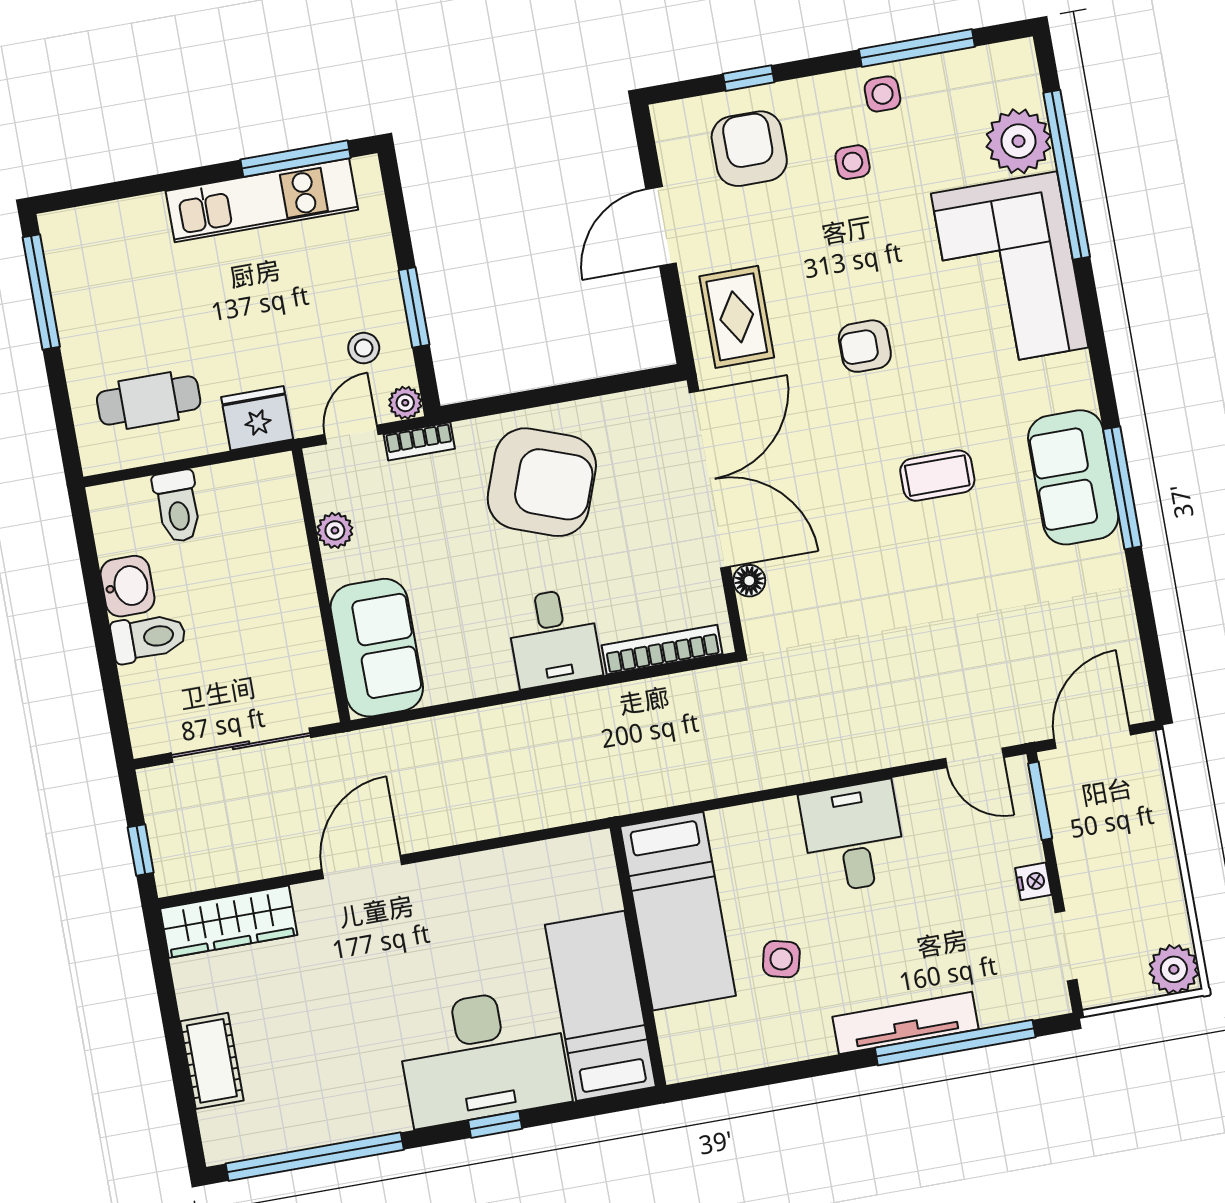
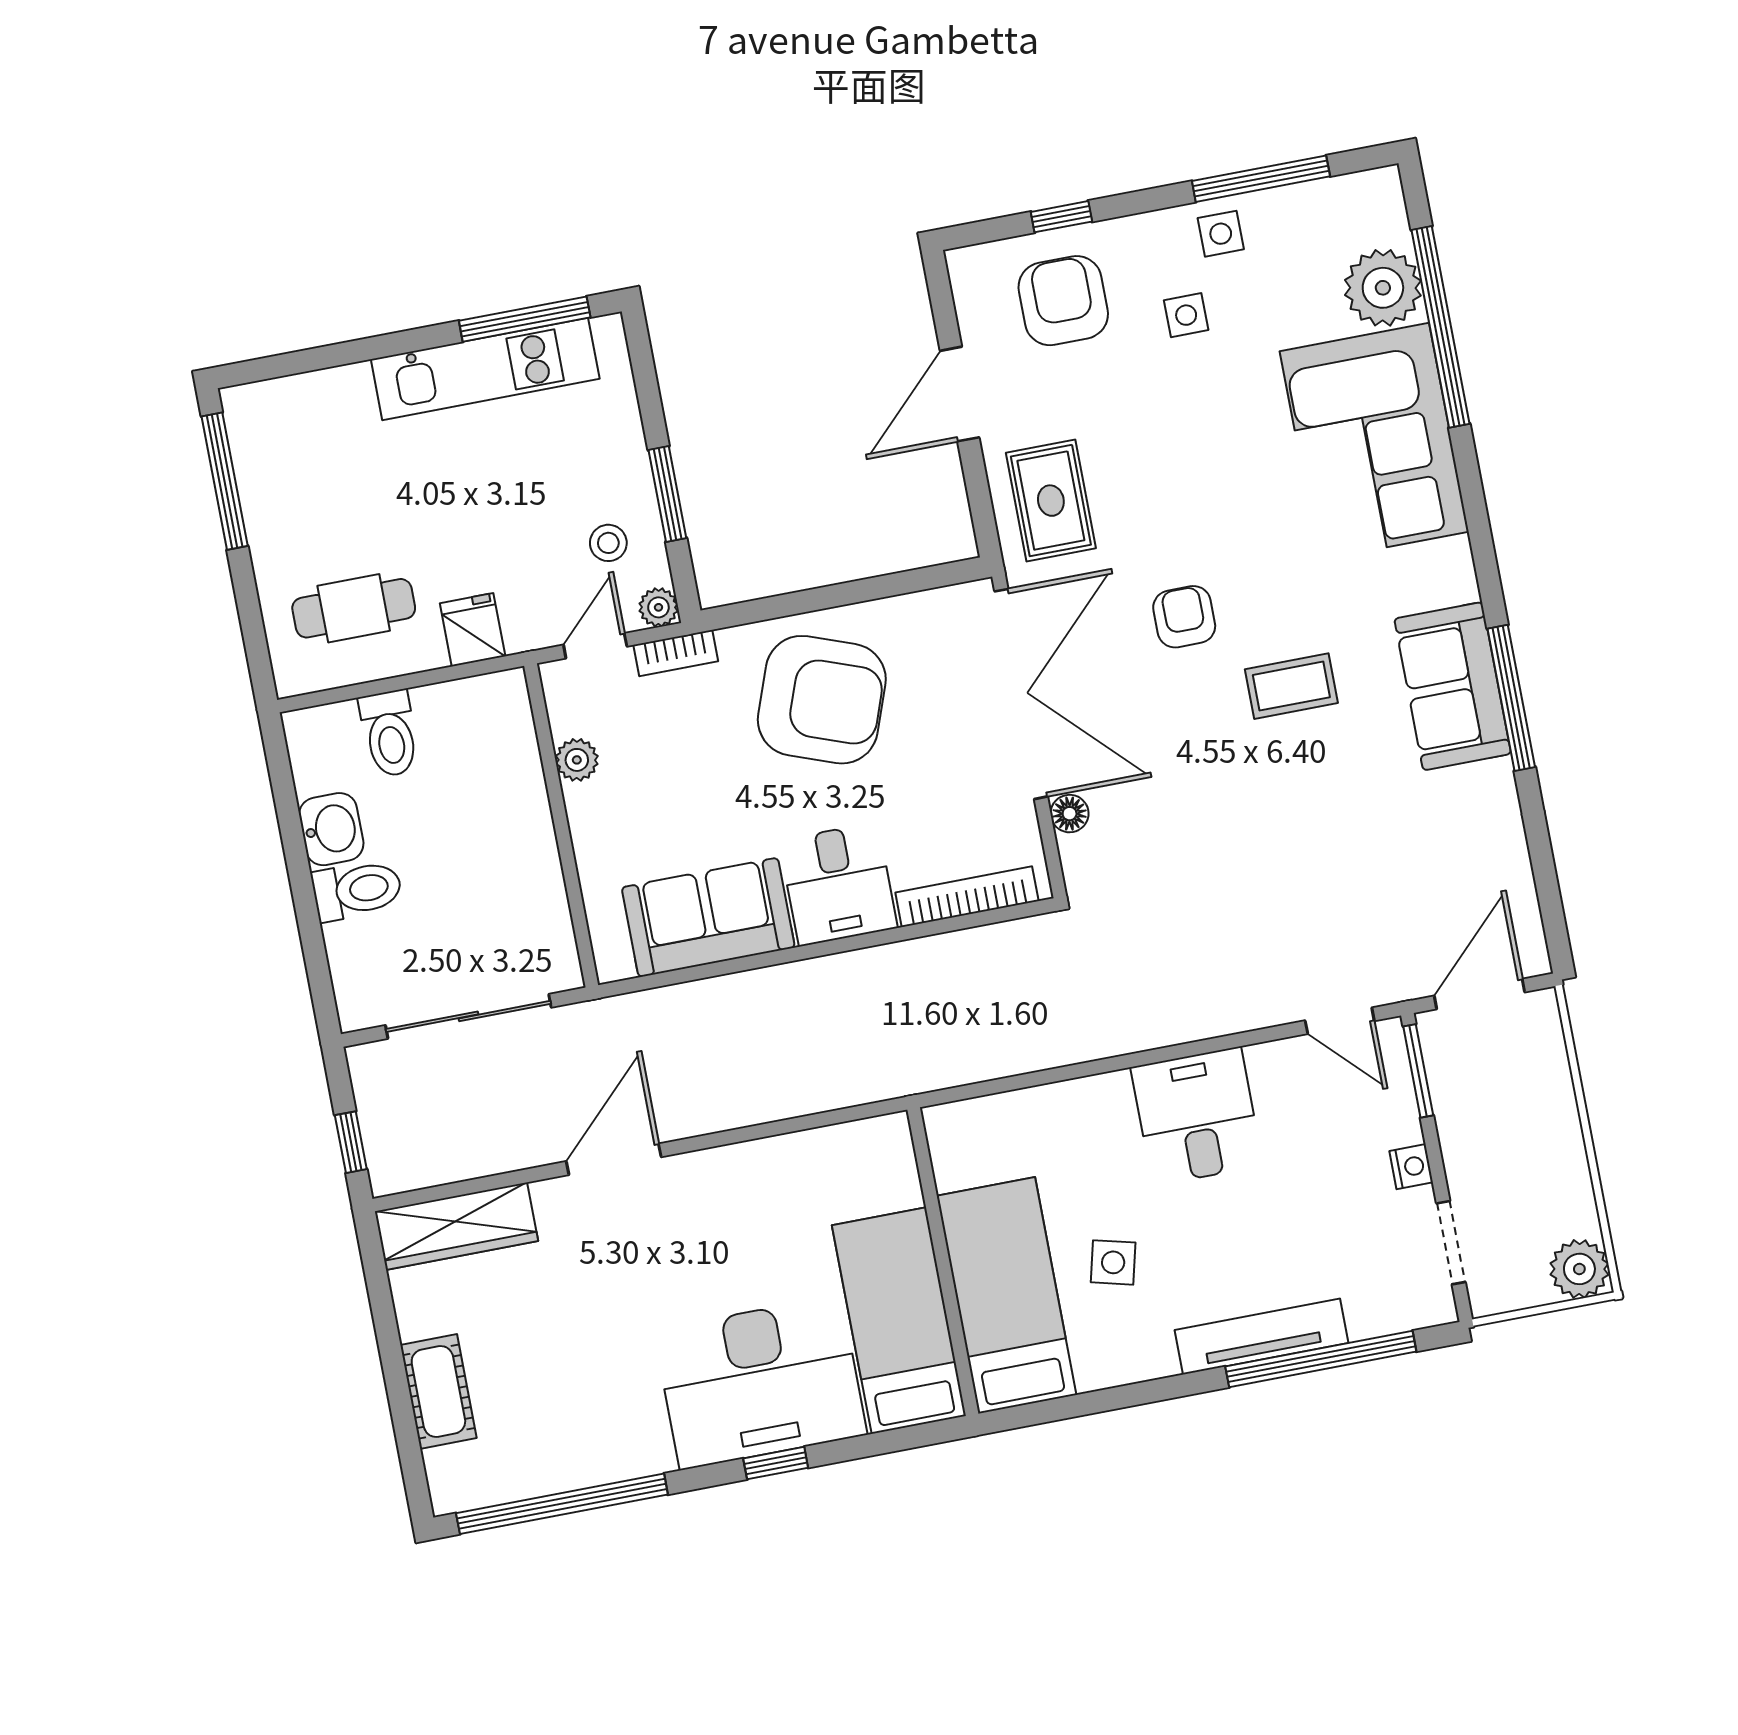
armchair: (865, 346) -> (1184, 617), moved, turned 90
fridge: (257, 418) -> (473, 630), width x0.72
sofa: (377, 648) -> (708, 917), moved, turned -90
bed: (678, 911) -> (1007, 1295), moved, turned 180

